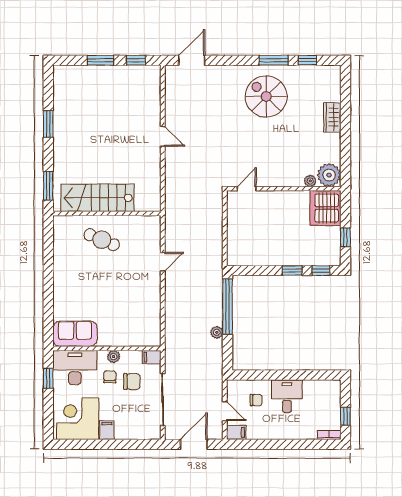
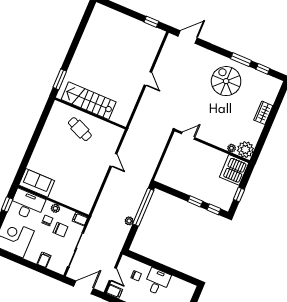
window: (101, 60) -> (128, 12), removed
window: (48, 124) -> (77, 39), removed
door: (163, 262) -> (113, 160), hinge flipped
filing cabinet: (107, 430) -> (44, 260), moved

